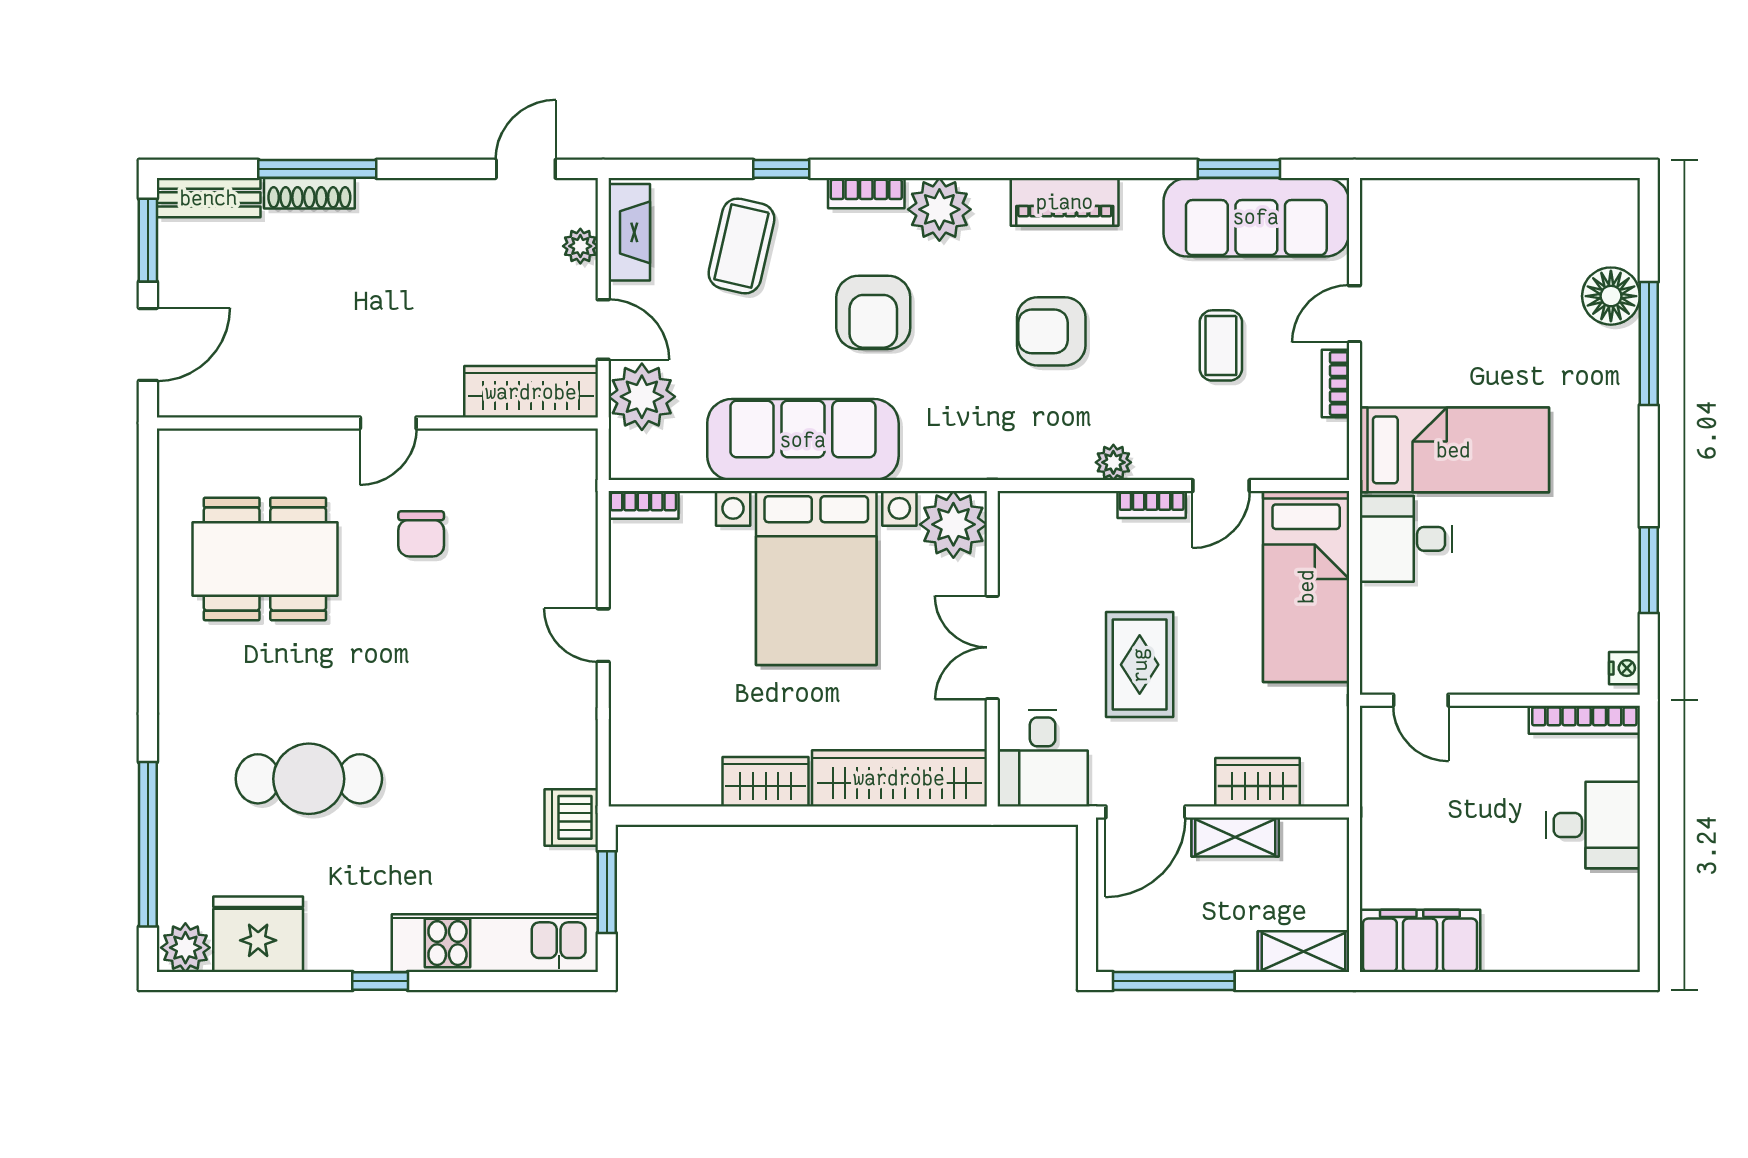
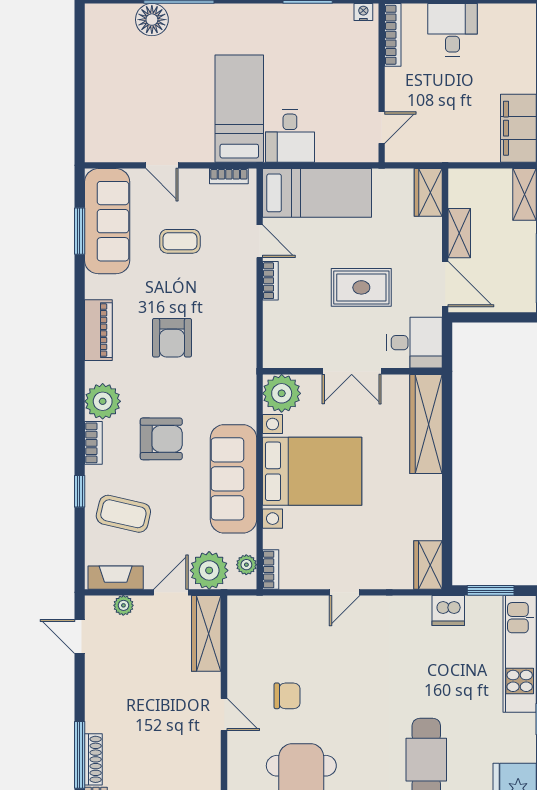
bookcase: (1336, 384) -> (229, 176), moved
plant: (1113, 462) -> (246, 565), moved
wardrobe: (766, 782) -> (428, 565), moved
wardrobe: (1258, 782) -> (428, 192), moved

